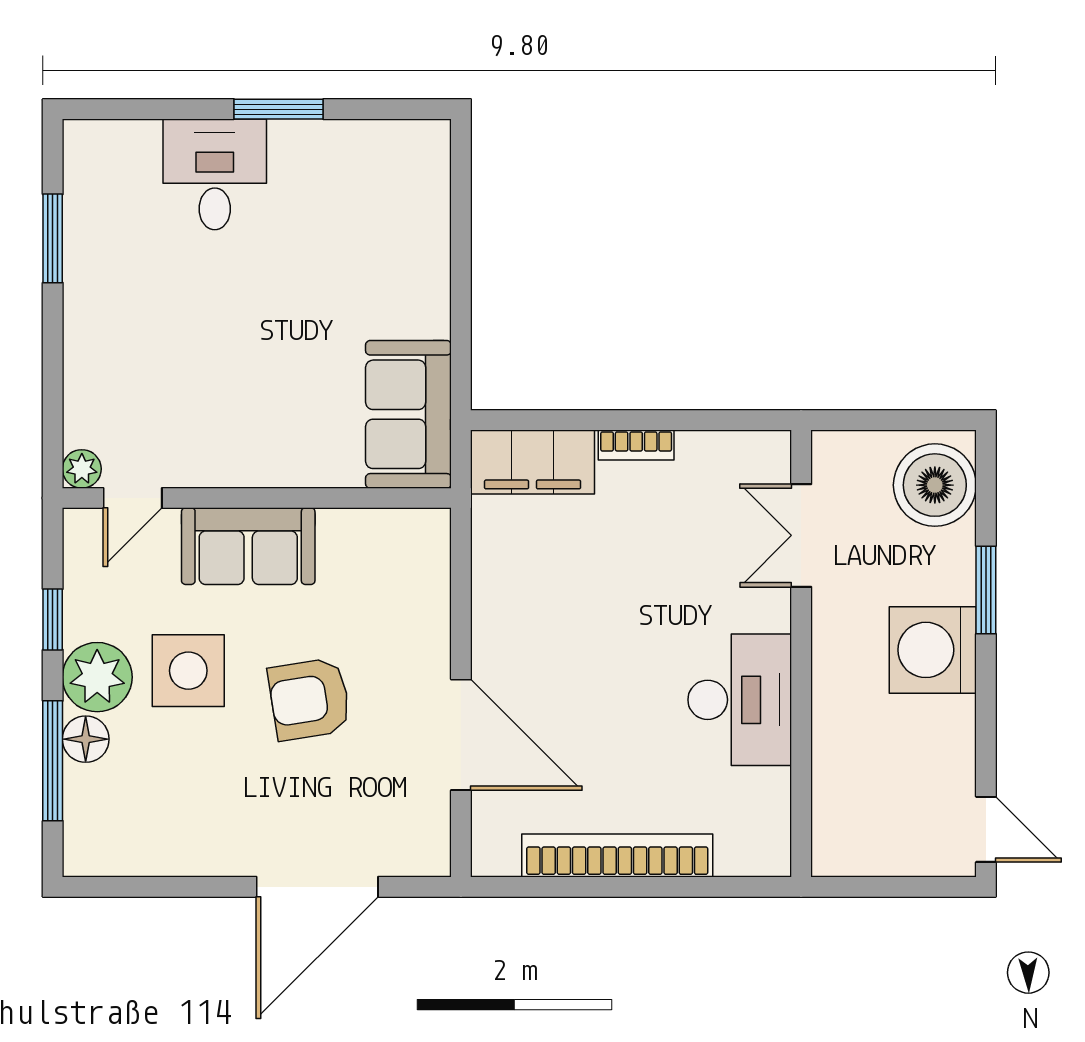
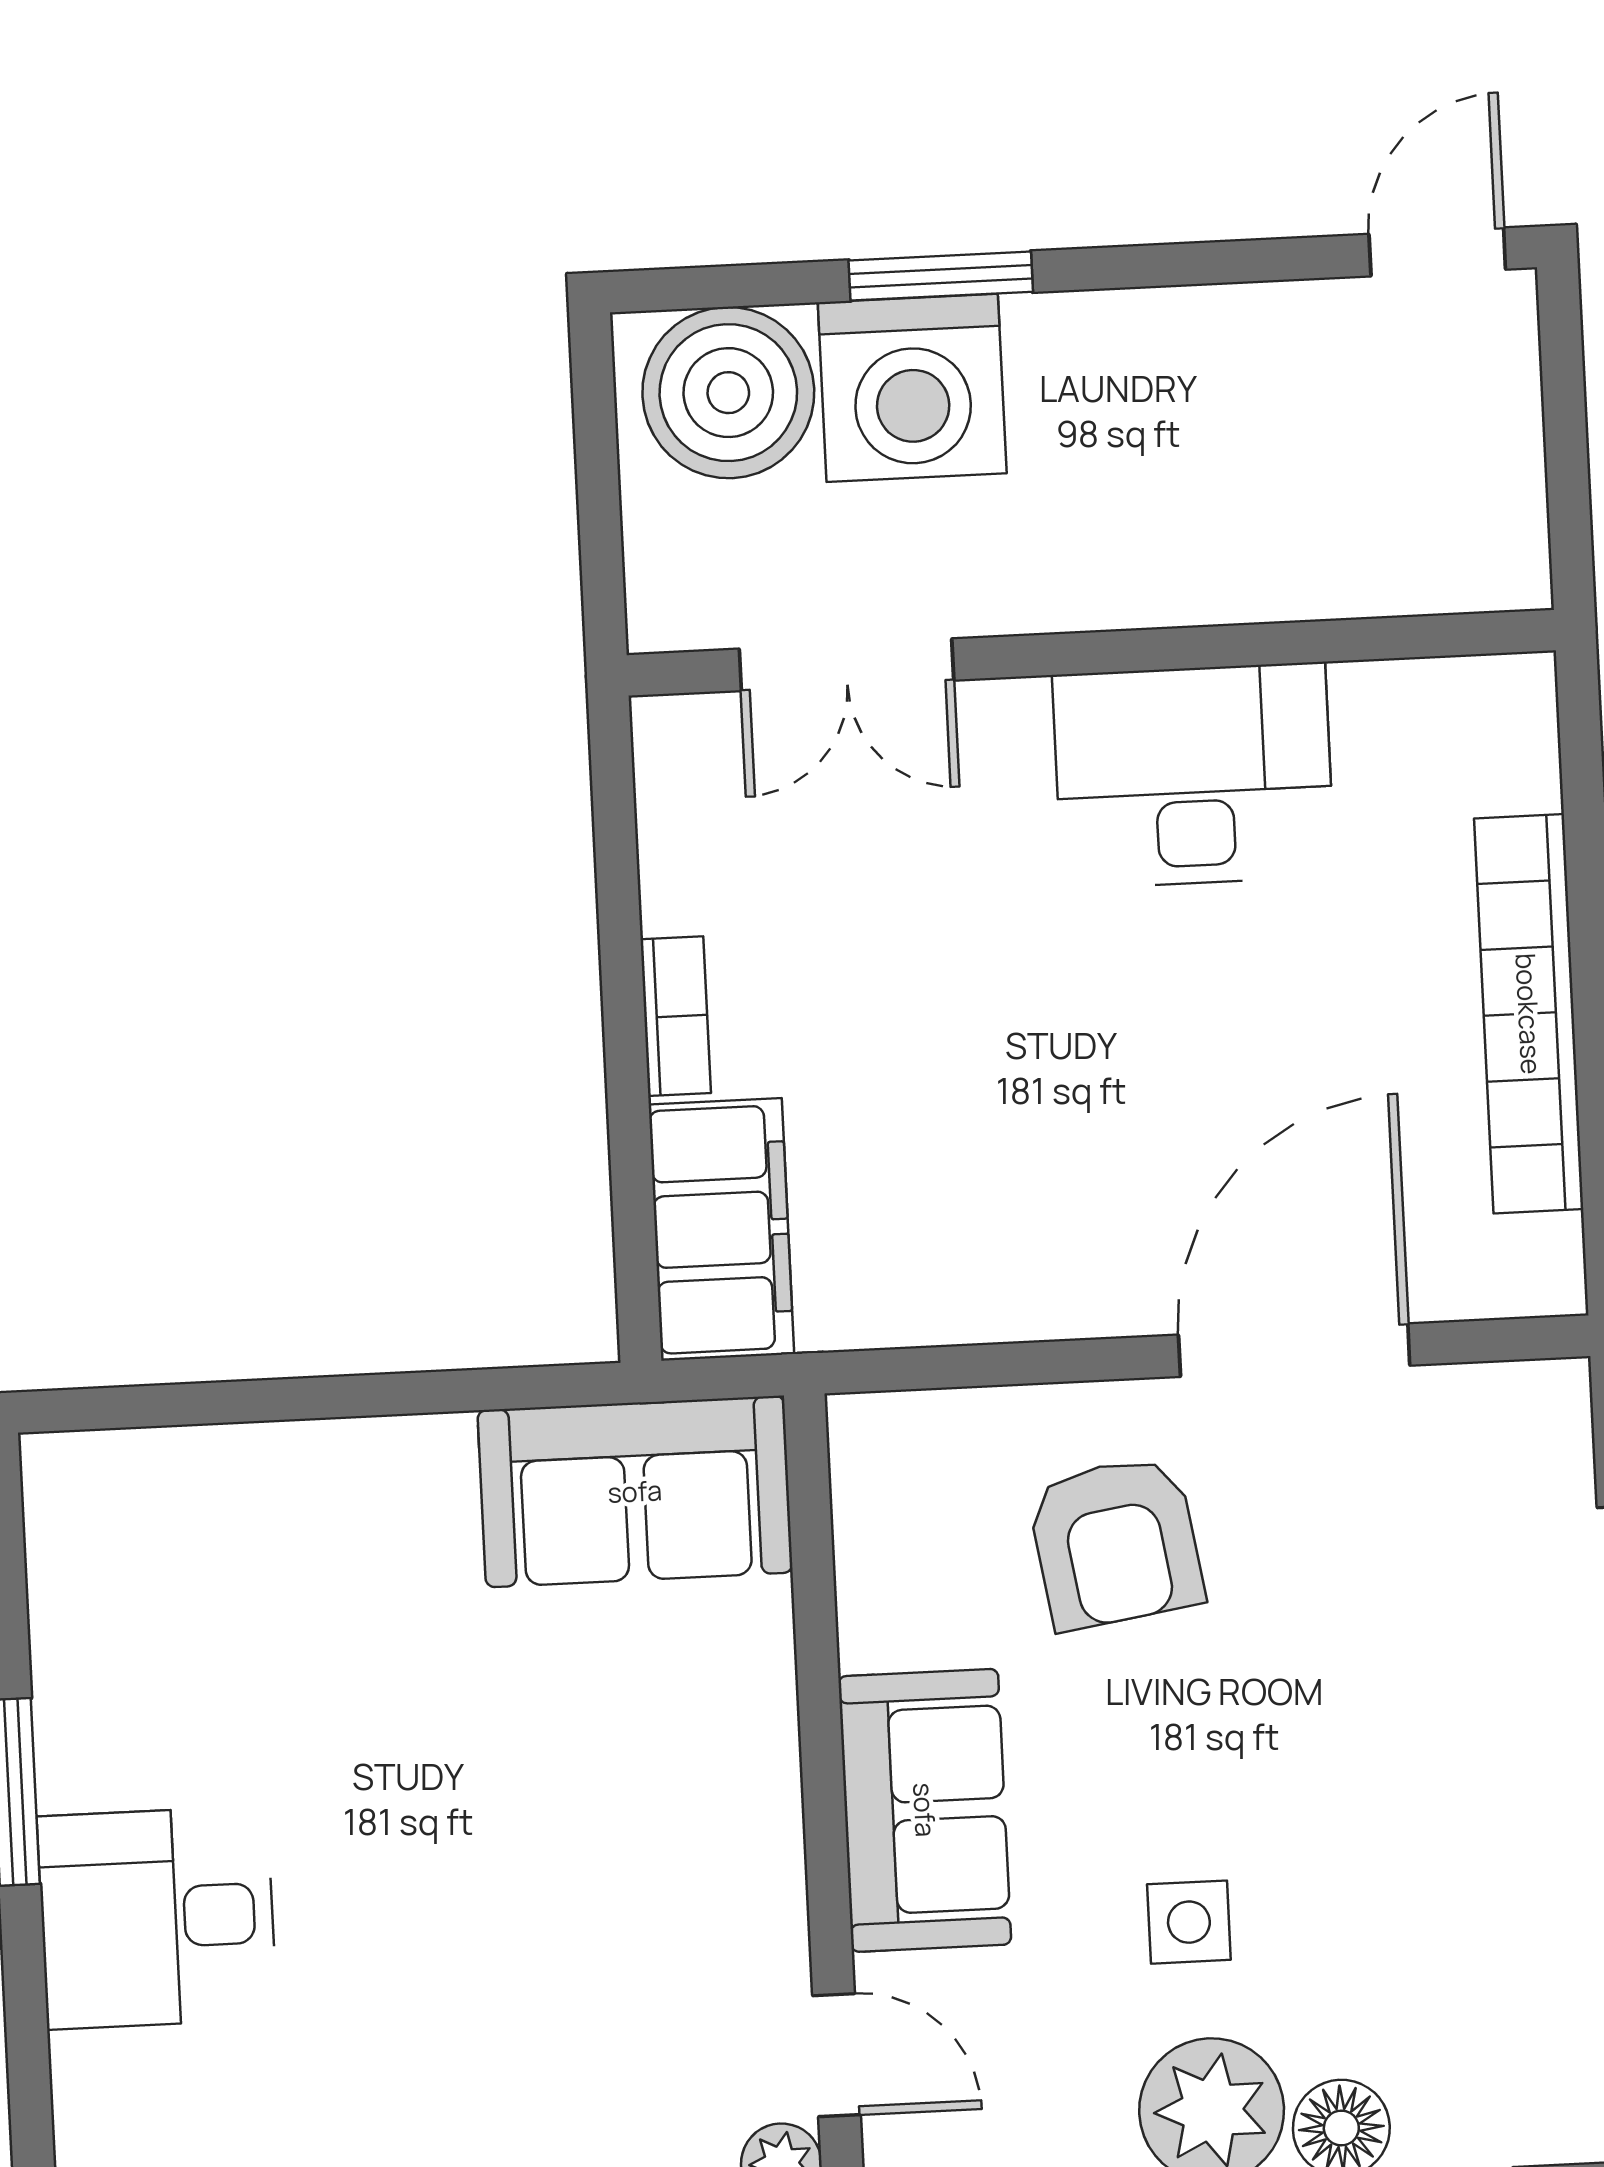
washing machine: (933, 650) -> (912, 388), moved
side table: (188, 671) -> (1189, 1922), width x0.54, depth x0.54
armchair: (309, 699) -> (1116, 1542), moved

